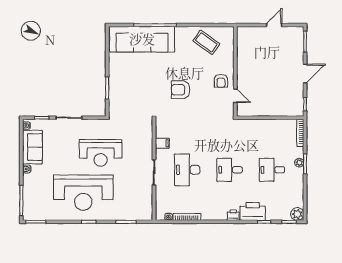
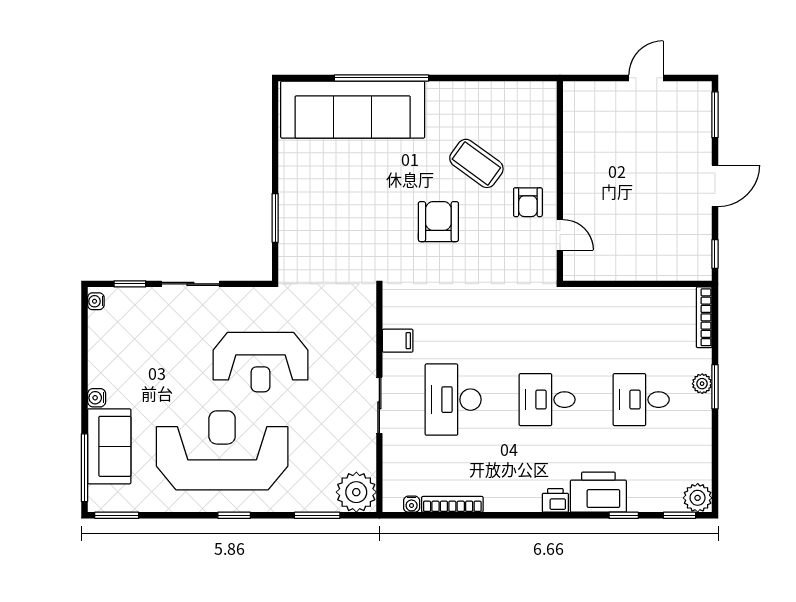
coffee table: (206, 42) -> (476, 163), moved
armchair: (181, 90) -> (438, 222), turned 90
sofa: (32, 147) -> (109, 446), moved
reception desk: (83, 193) -> (222, 450), turned 180
plant: (144, 211) -> (356, 492), added

